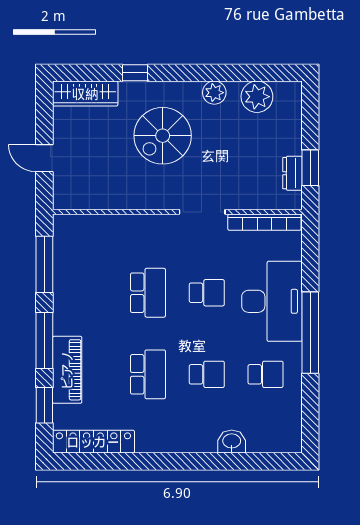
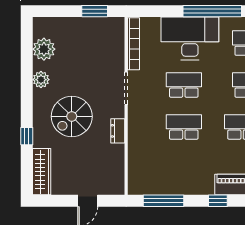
spiral stairs: (163, 136) -> (72, 116), turned 90
dresser: (292, 173) -> (118, 131), moved, turned 90
school desk: (207, 293) -> (184, 85), width x1.85
window: (44, 340) -> (218, 201), width x0.46

